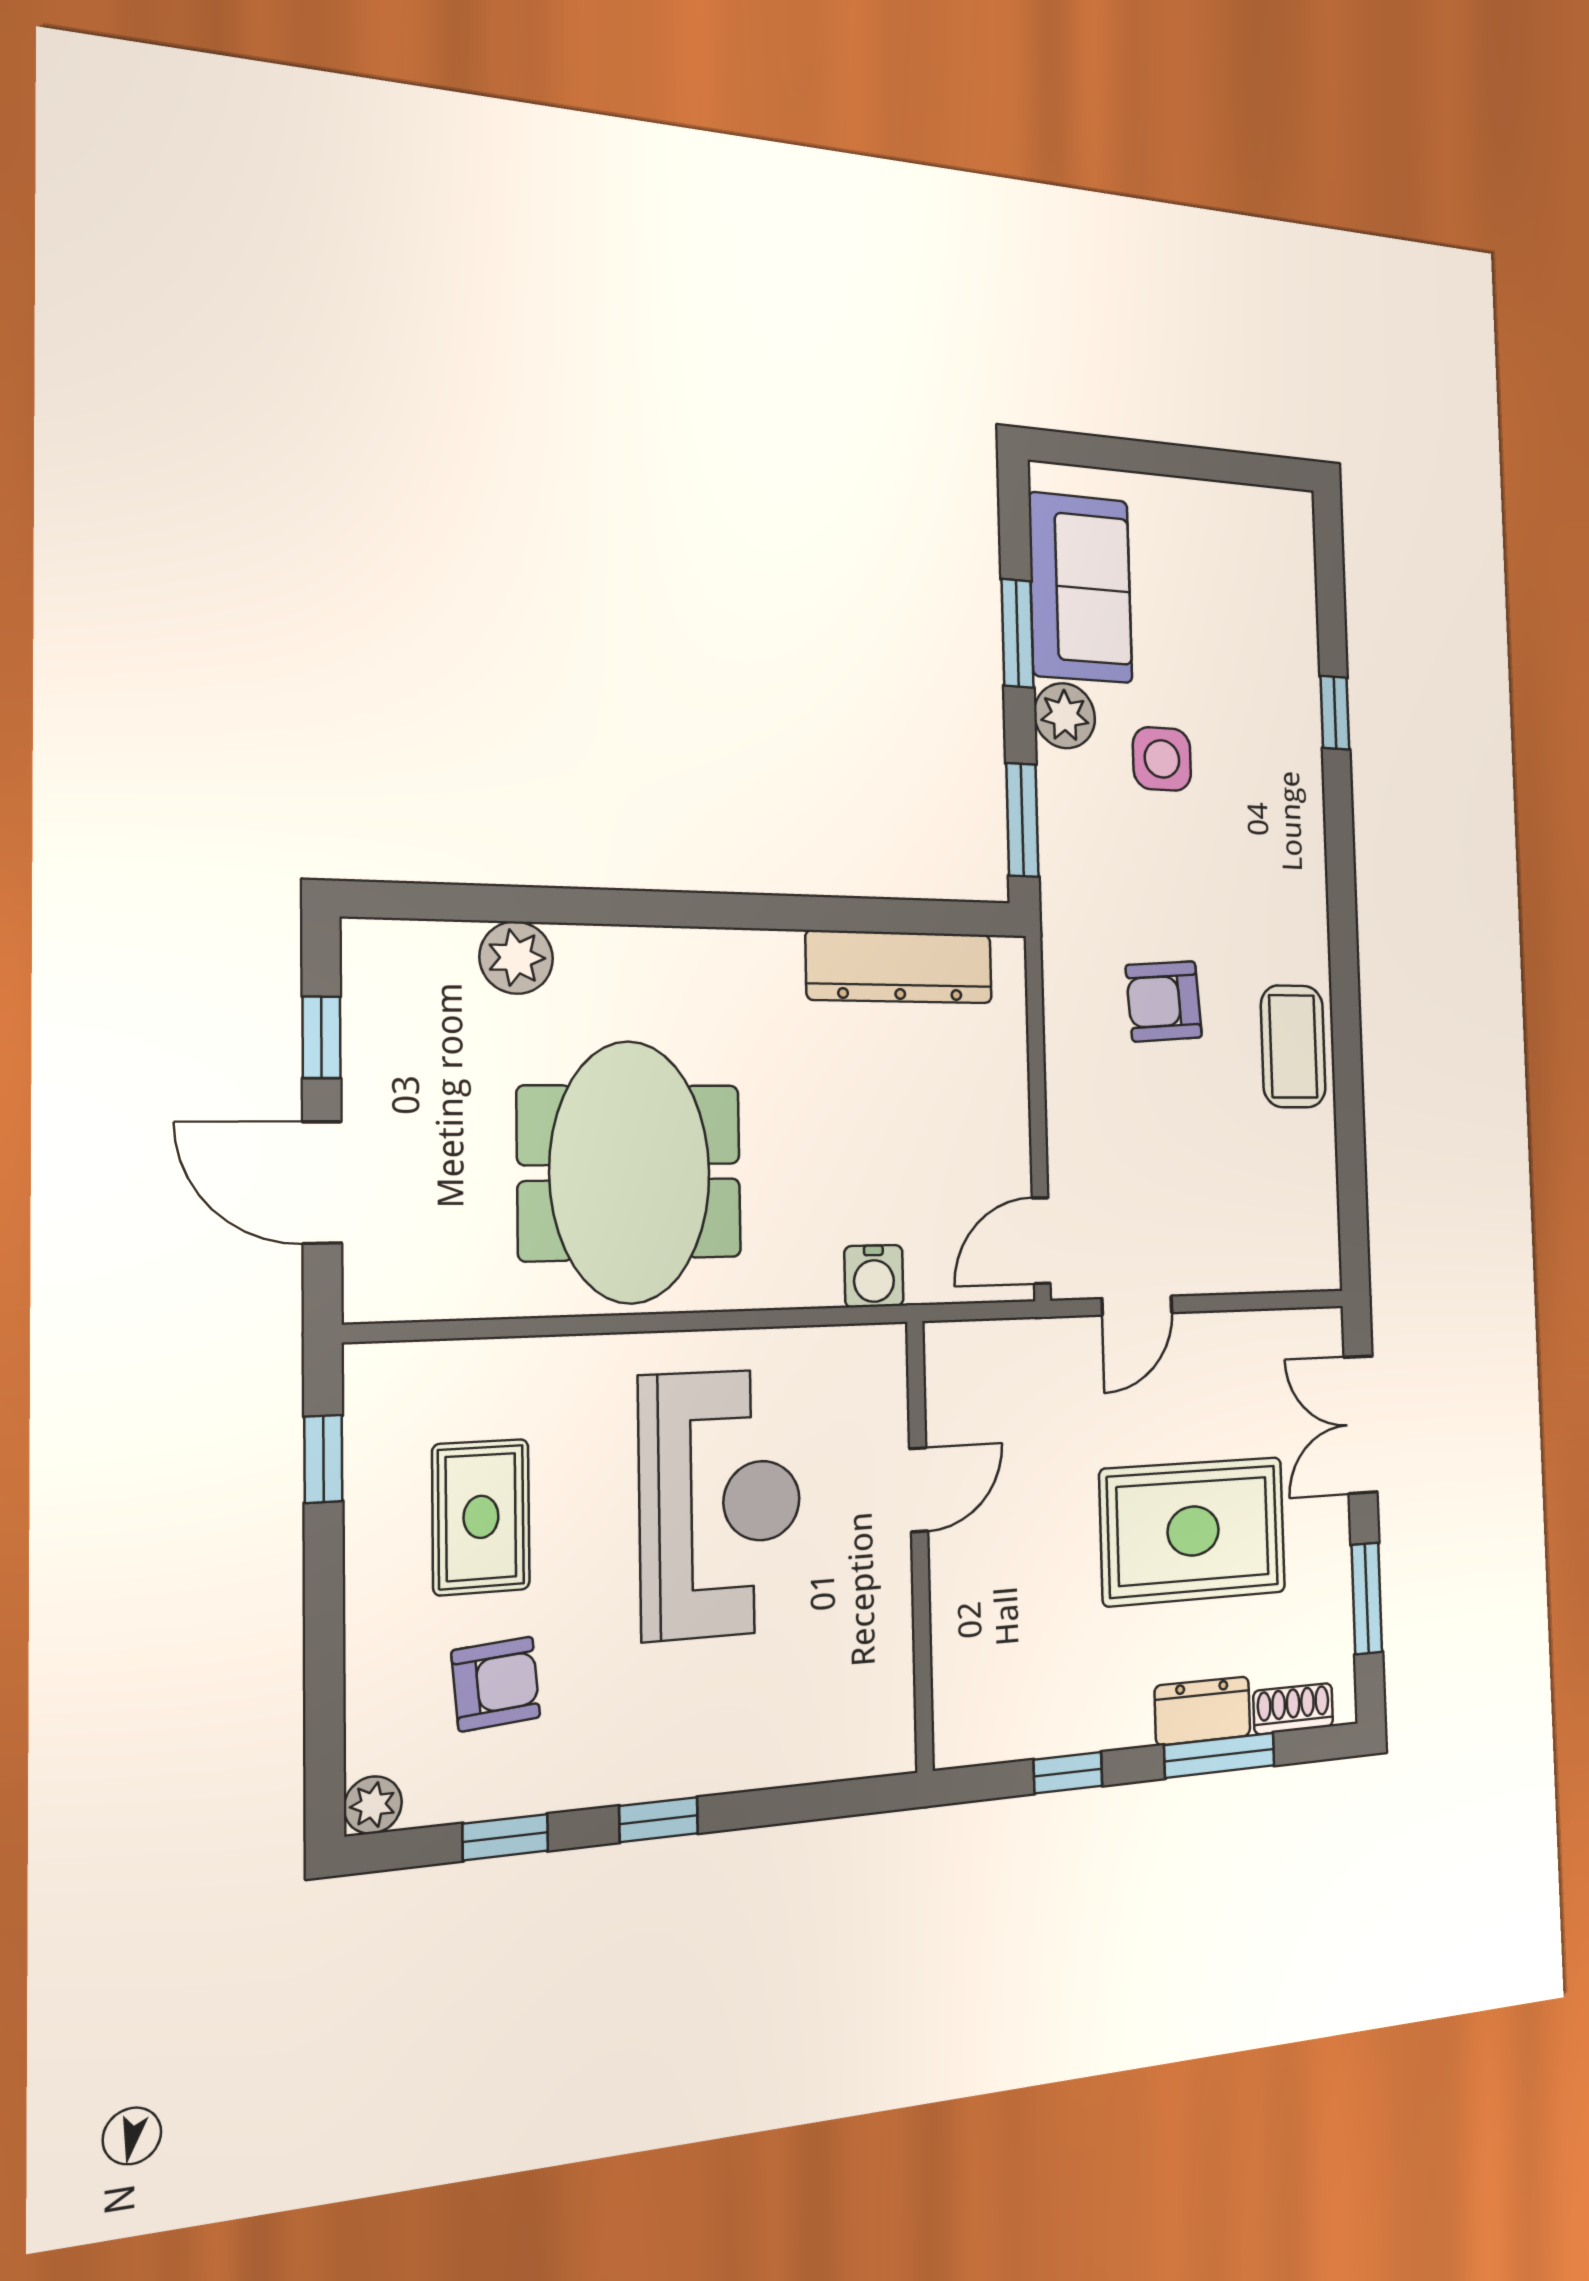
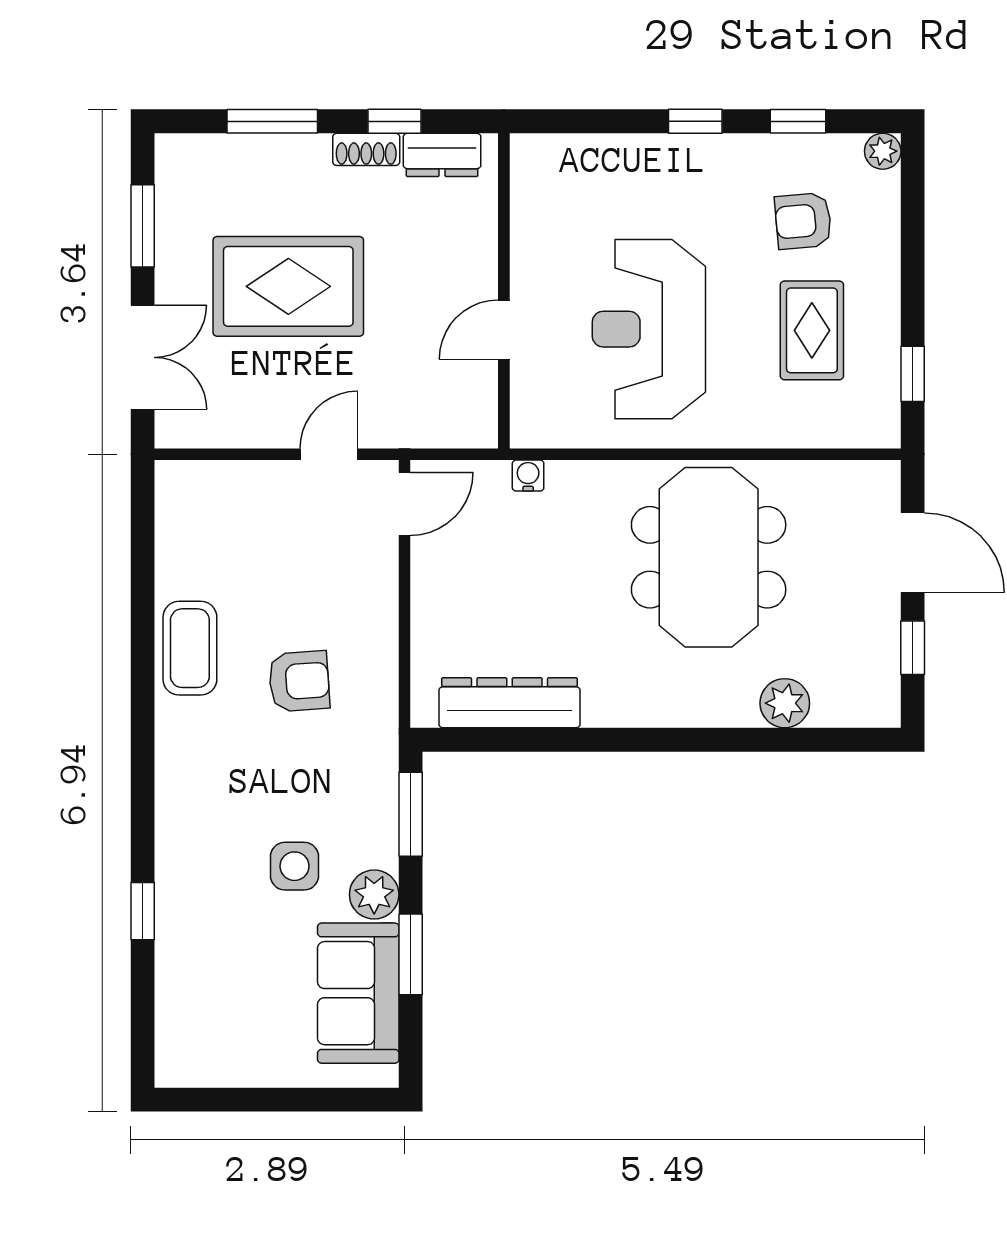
water cooler: (874, 1276) -> (528, 476), width x0.72, depth x0.72
shoe rack: (1293, 1709) -> (366, 149), moved
dresser: (1203, 1711) -> (442, 155), moved

